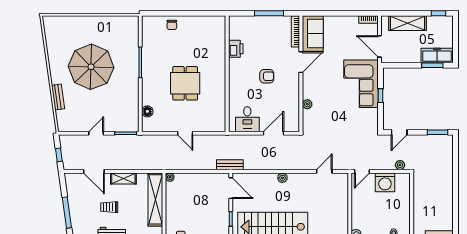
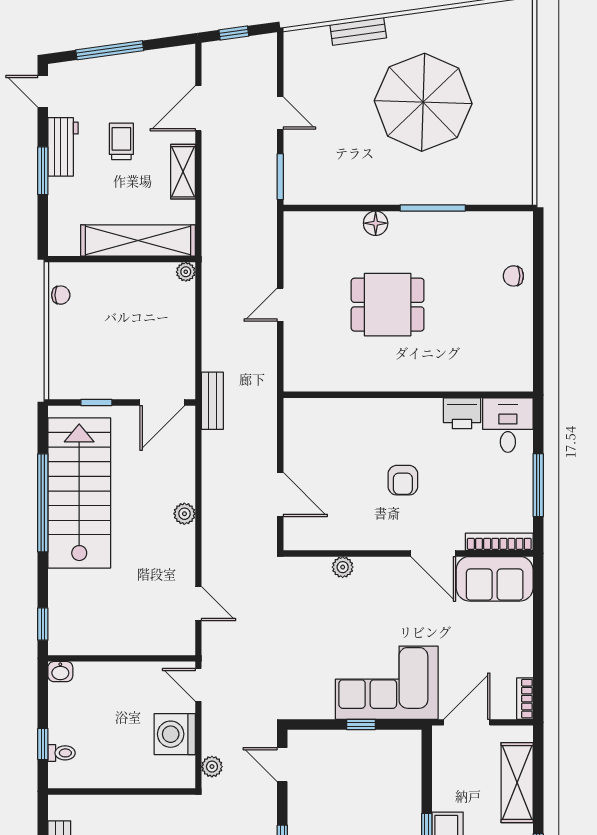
floor lamp: (147, 111) -> (376, 223), moved
desk: (247, 119) -> (508, 425), moved, turned 90

